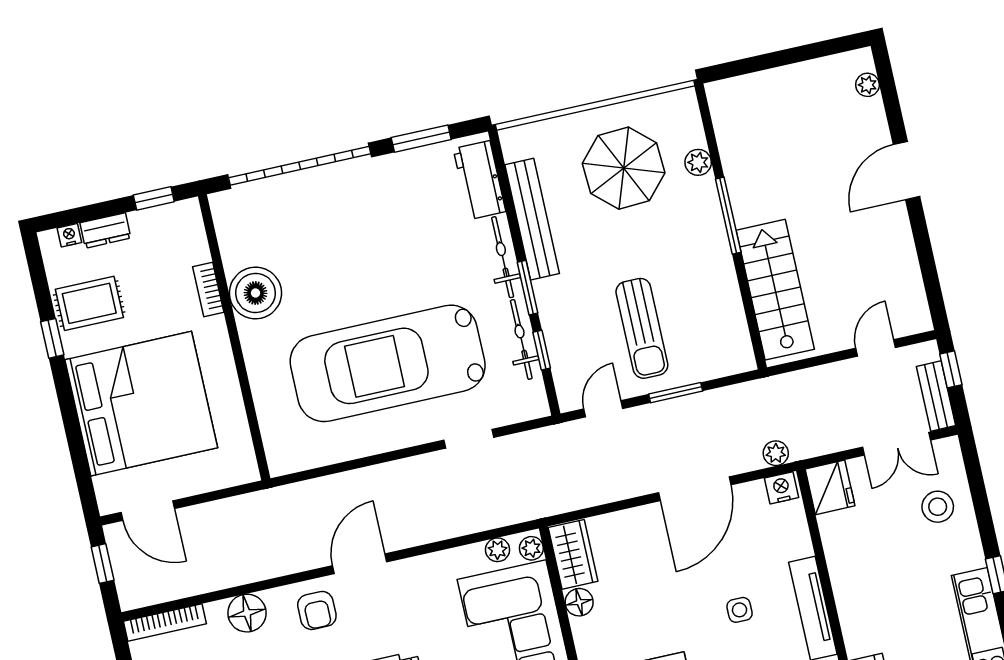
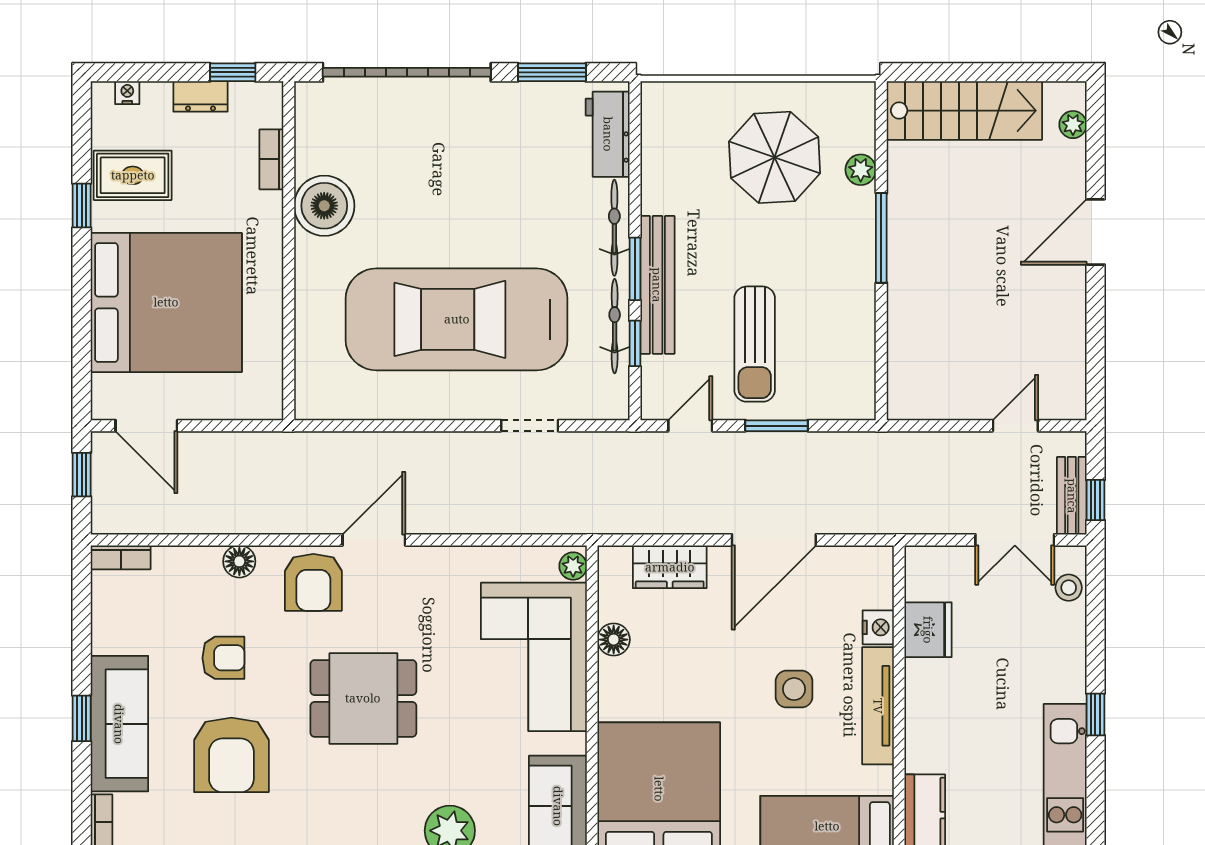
bench: (532, 219) -> (657, 285), moved
dresser: (105, 230) -> (200, 96), moved
bookcase: (208, 289) -> (271, 159), moved
stairs: (775, 290) -> (964, 111), moved, turned 90
window: (951, 369) -> (1095, 500), moved
plant: (776, 453) -> (875, 520), removed
fridge: (830, 487) -> (928, 630), moved
nightstand: (781, 488) -> (878, 627), moved, turned 90
stool: (938, 507) -> (1069, 588), moved, width x0.73, depth x0.73
plant: (498, 550) -> (534, 559), removed
wardrobe: (573, 554) -> (670, 567), moved, turned 90
armchair: (317, 610) -> (313, 582), width x1.38, depth x1.38
side table: (740, 610) -> (794, 689), width x1.37, depth x1.37
floor lamp: (247, 613) -> (239, 561), width x0.73, depth x0.73
bookcase: (165, 622) -> (121, 557), width x0.64

